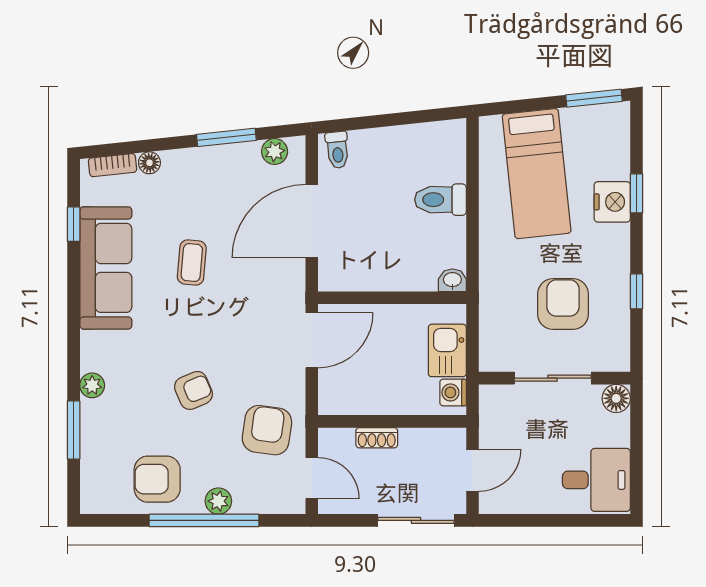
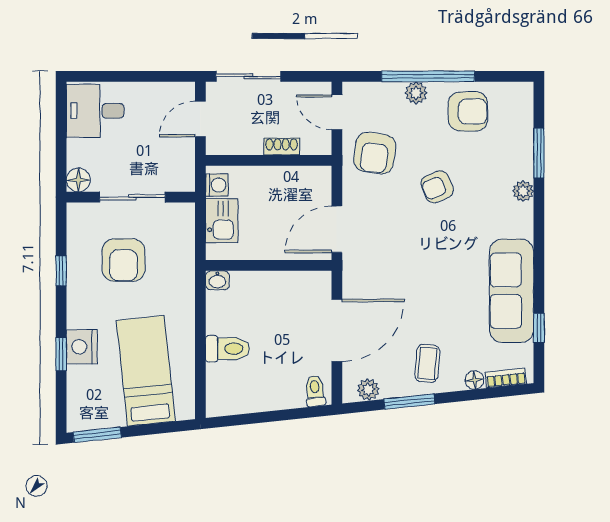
coffee table: (192, 262) -> (427, 363), moved

